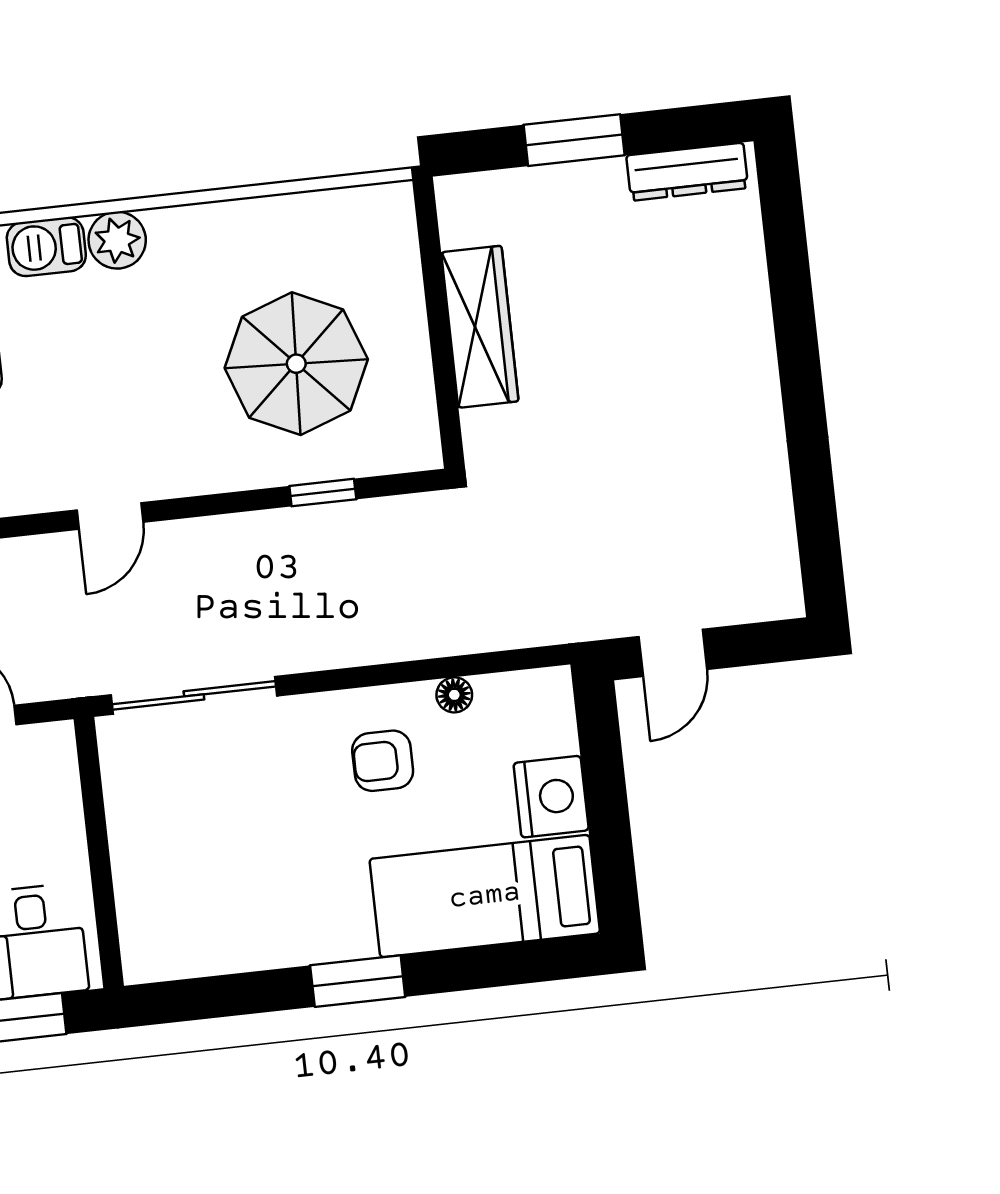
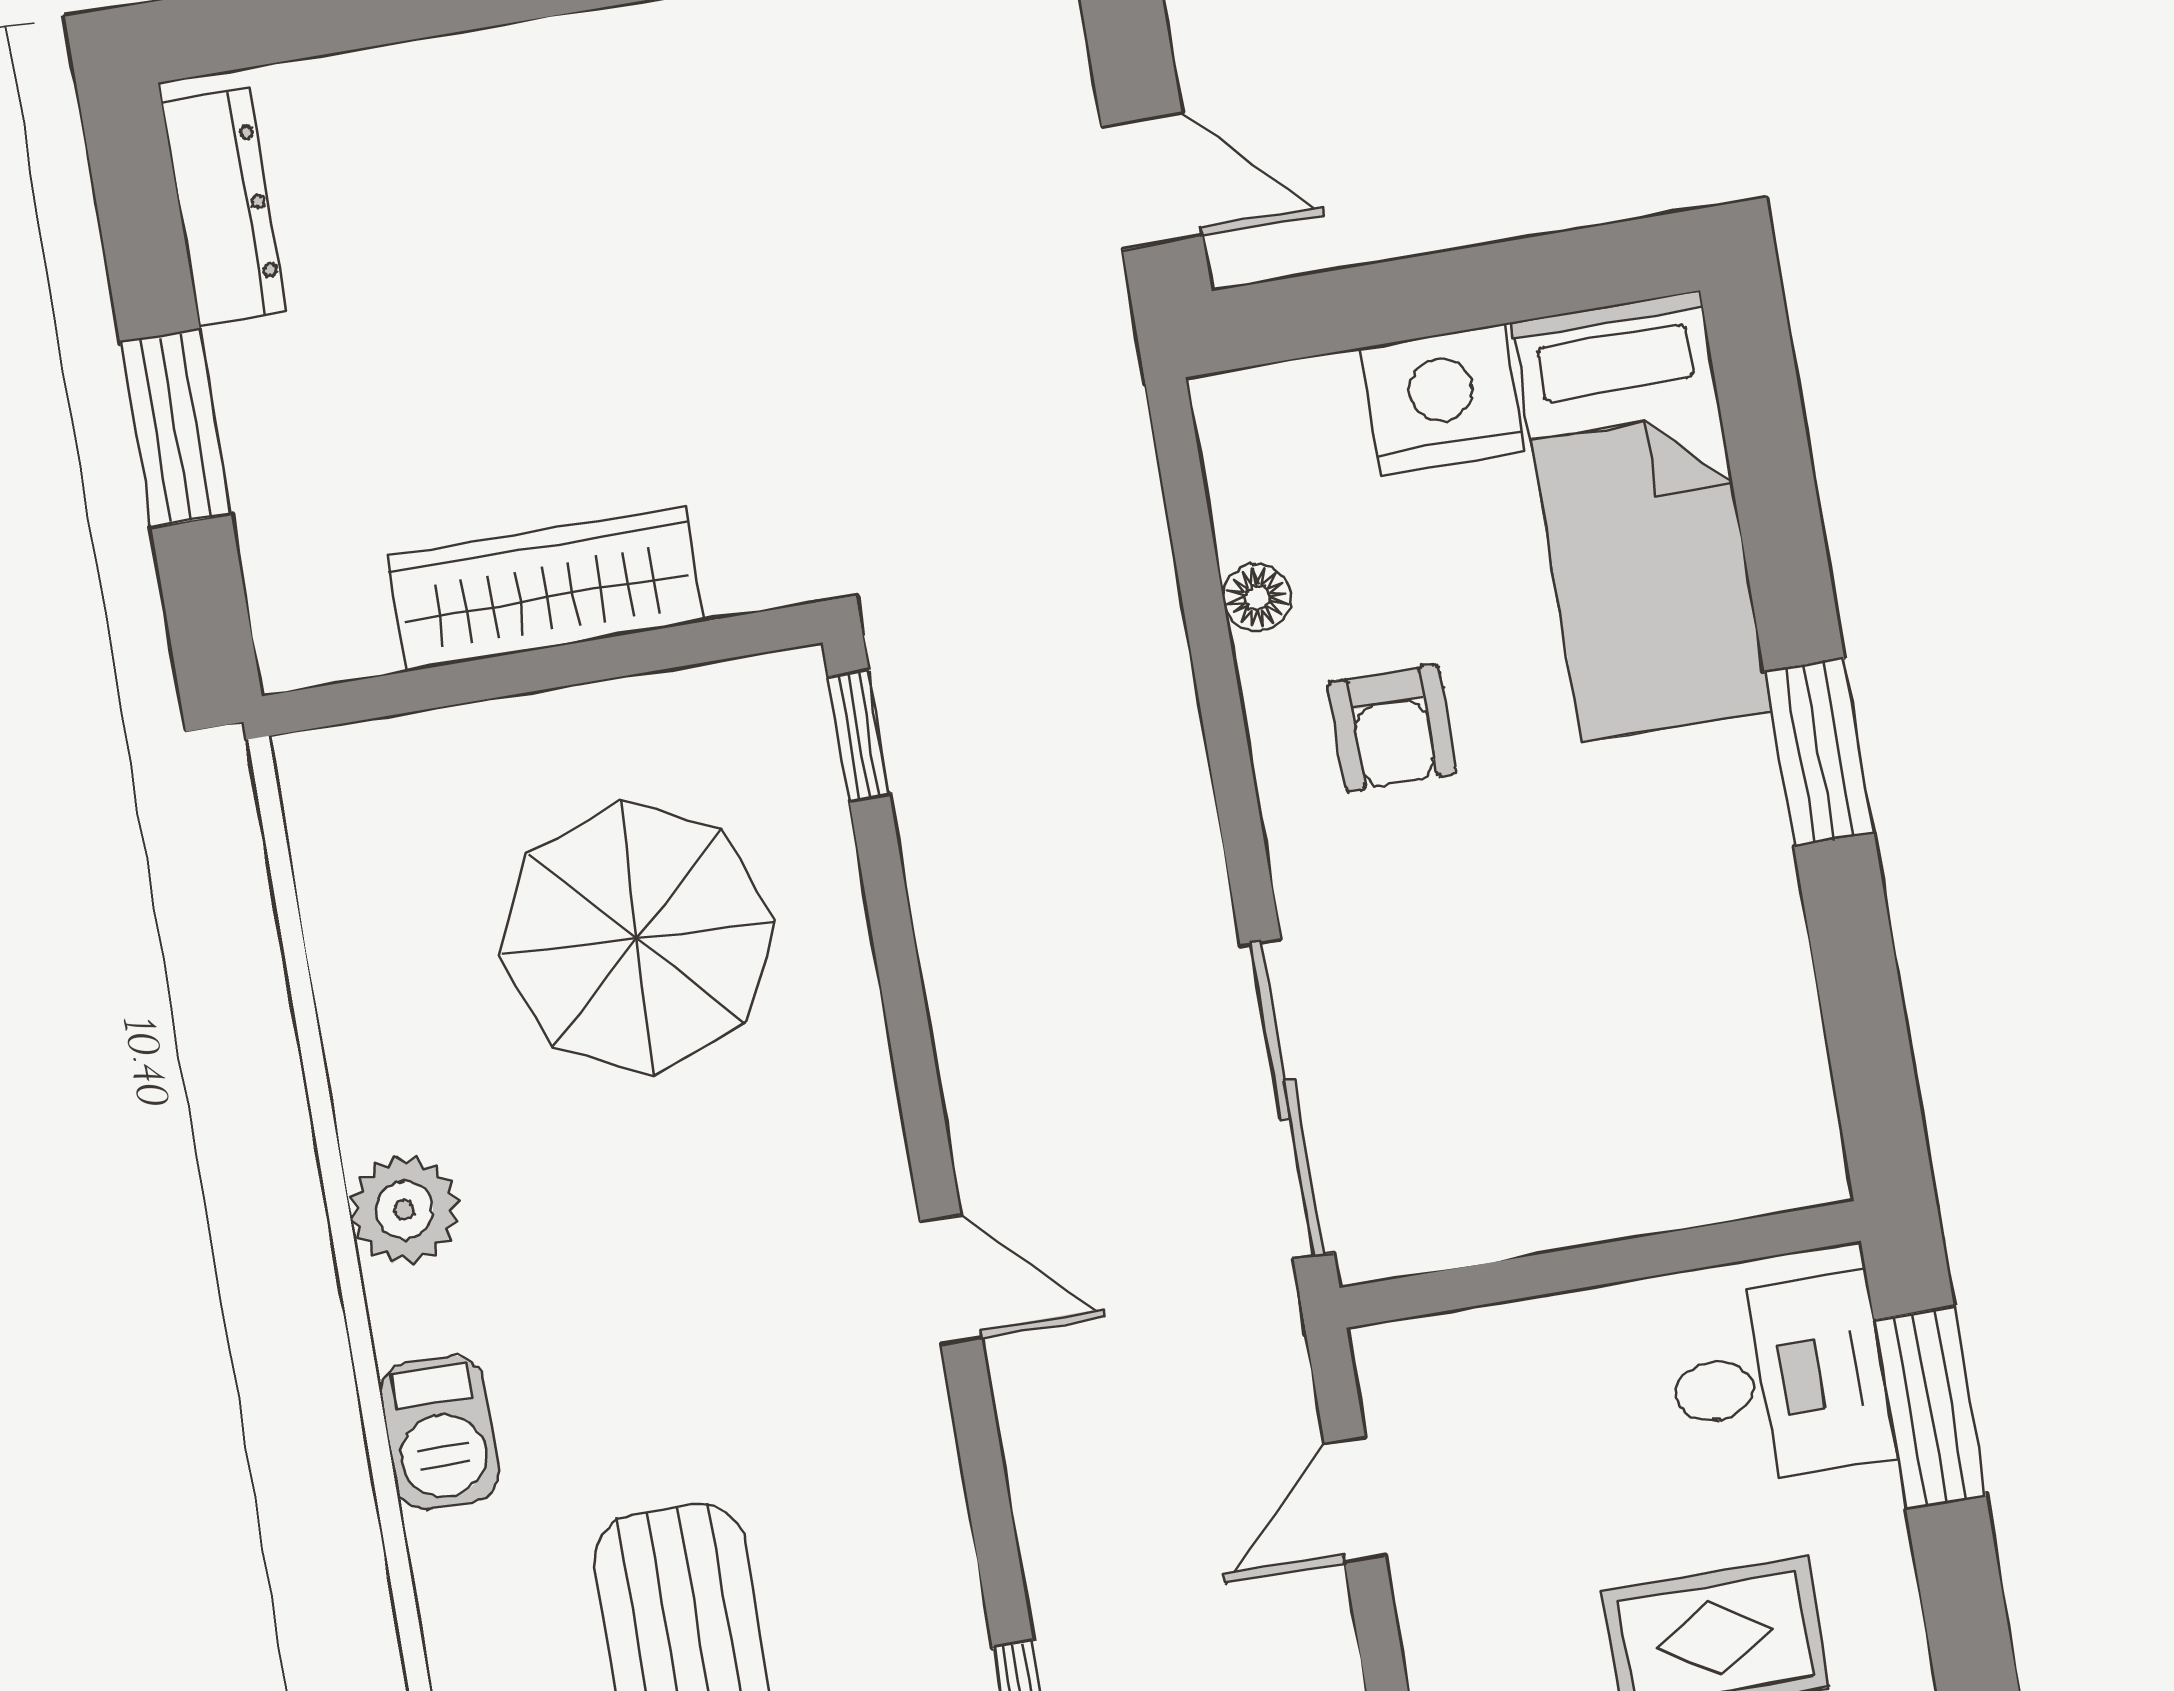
plant: (117, 240) -> (404, 1210), moved
window: (323, 493) -> (859, 735), moved

